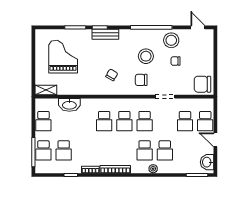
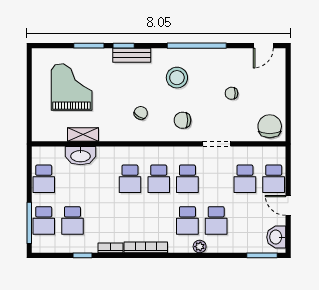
door: (198, 27) -> (263, 46), swing flipped
stool: (171, 40) -> (225, 64), removed
stool: (146, 56) -> (177, 78), moved
chair: (202, 84) -> (270, 126), turned 90
shelving: (46, 90) -> (83, 135), moved

